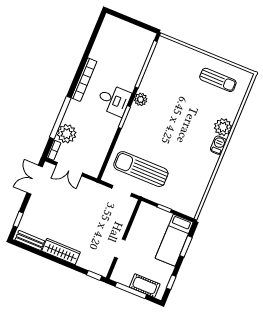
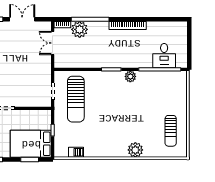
desk: (114, 100) -> (164, 56), moved
barbecue: (218, 145) -> (76, 152), moved
sun lounger: (141, 169) -> (76, 99), turned 180
double door: (35, 180) -> (22, 19), moved
bed: (174, 240) -> (31, 144), width x1.50

